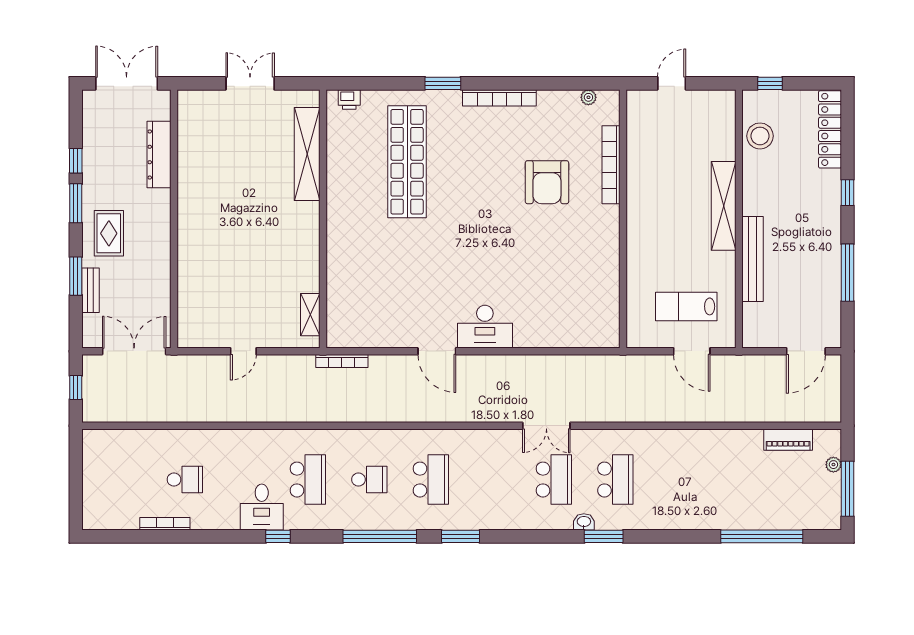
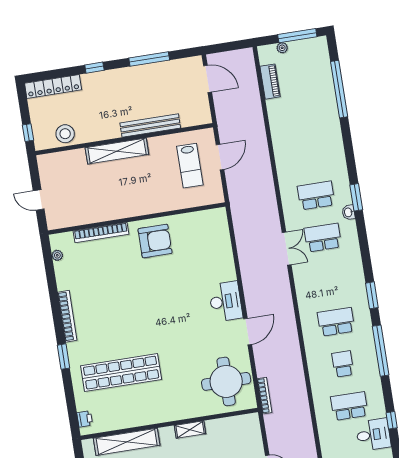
armchair: (547, 182) -> (155, 241), moved
round table: (371, 309) -> (226, 381), added
shelving: (310, 315) -> (190, 430), moved

